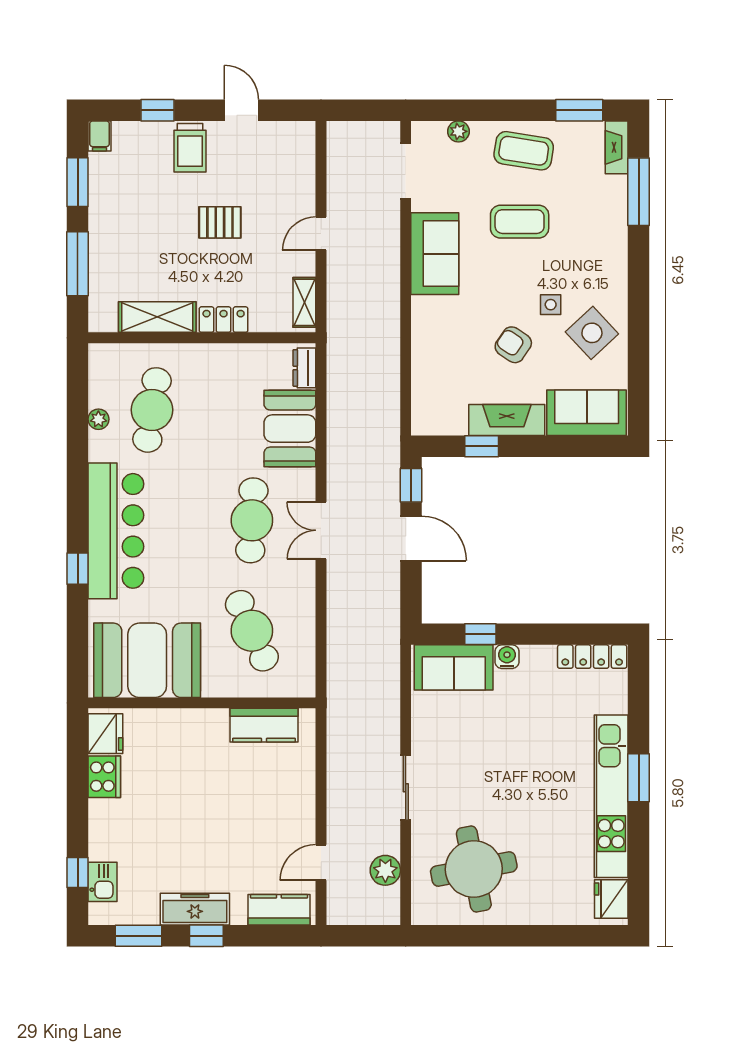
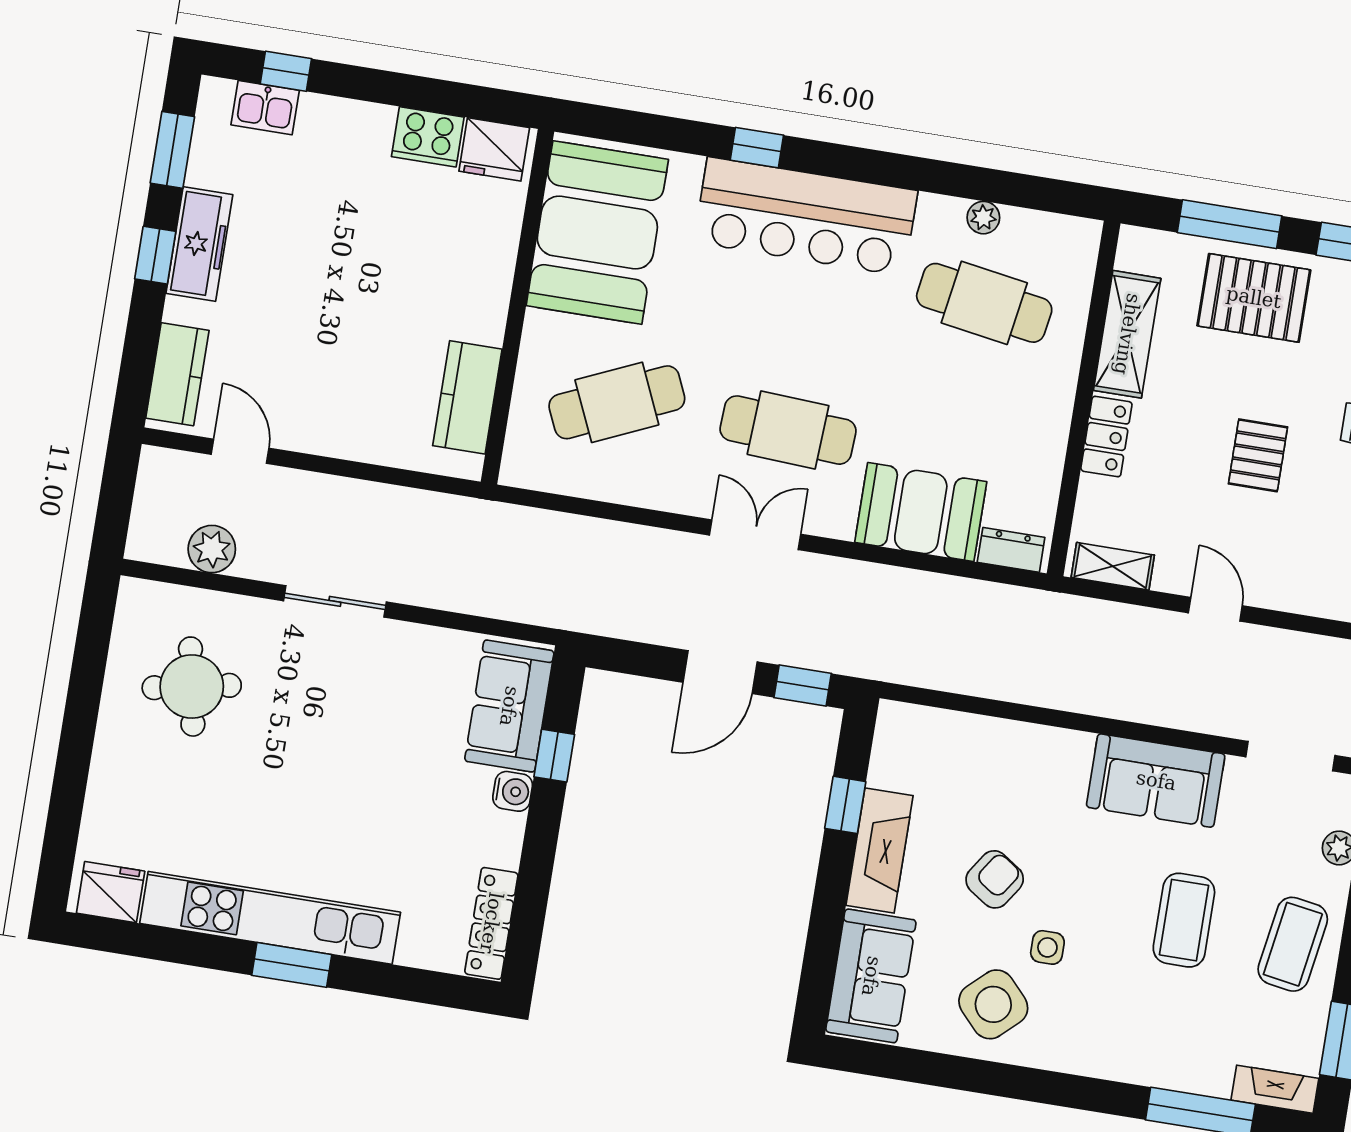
pallet: (121, 241) -> (1254, 298), added
round table: (474, 869) -> (192, 687), width x0.73, depth x0.73

